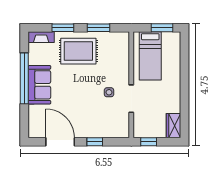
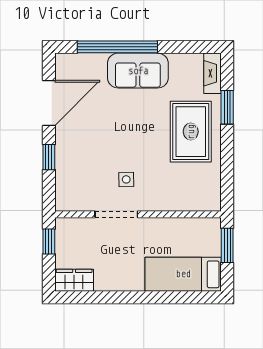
window: (99, 28) -> (227, 163), removed
window: (162, 28) -> (227, 245), moved
bed: (150, 56) -> (183, 274), moved
window: (24, 78) -> (117, 47), moved

